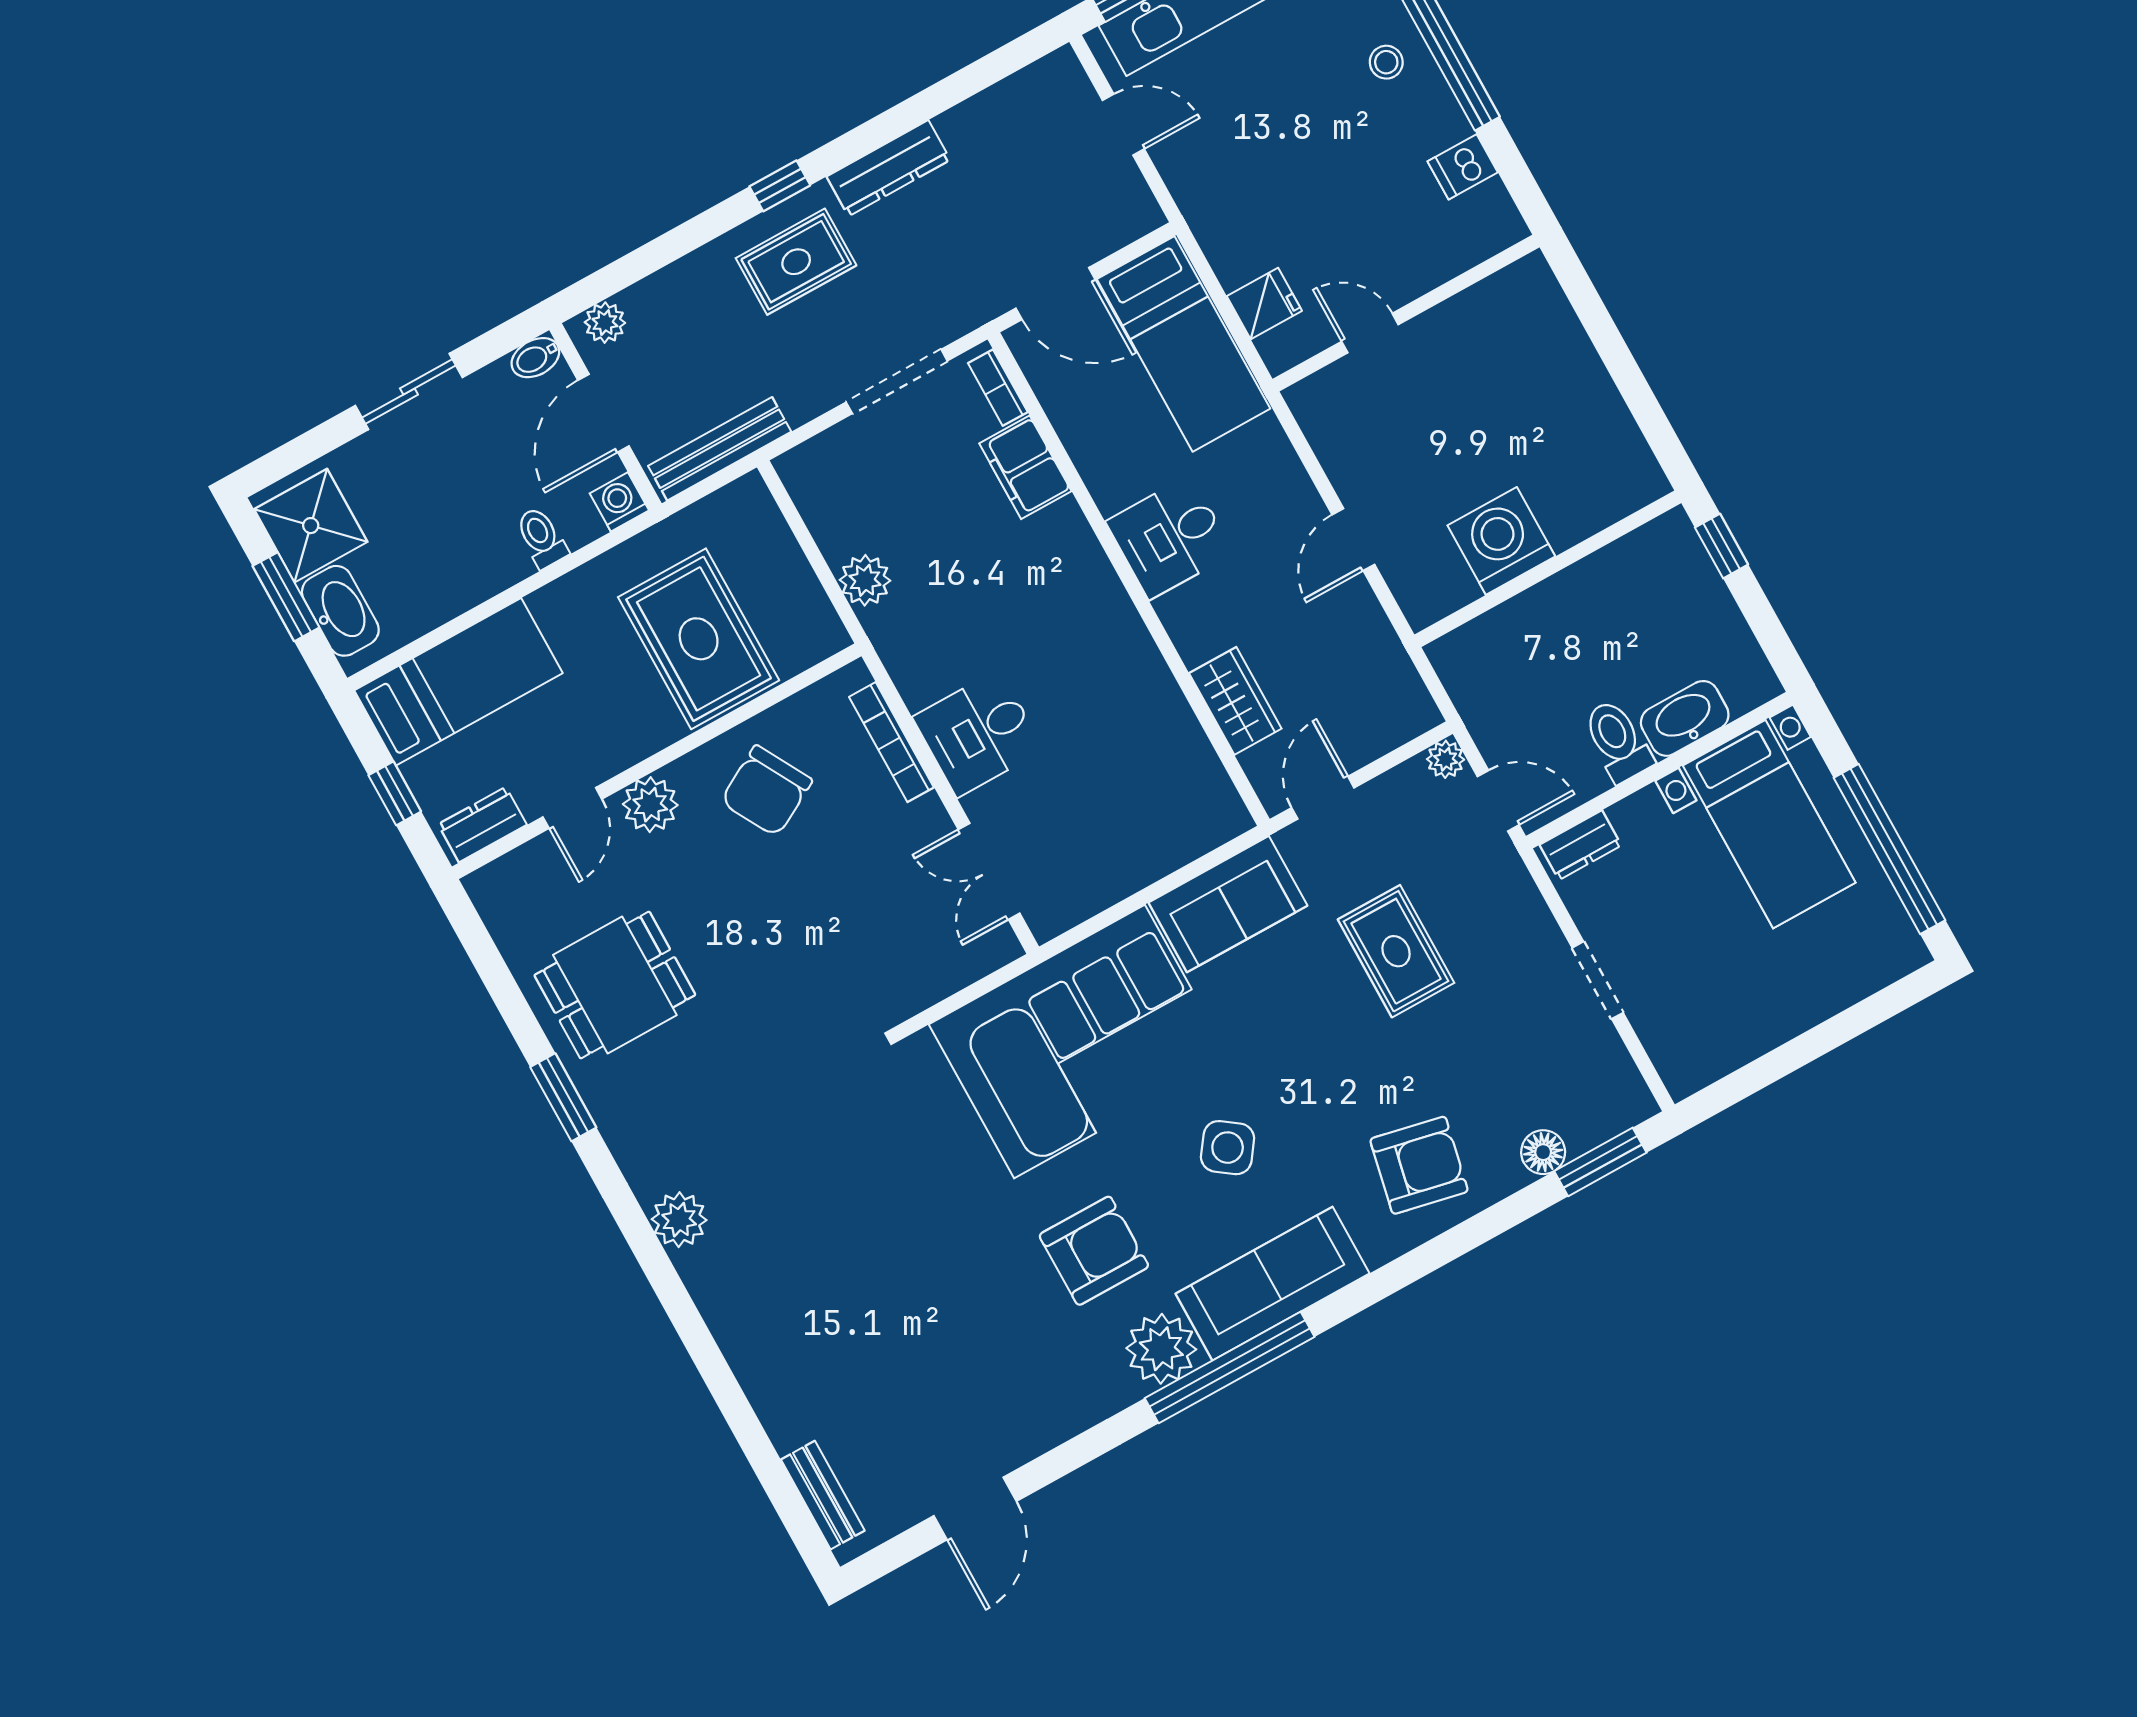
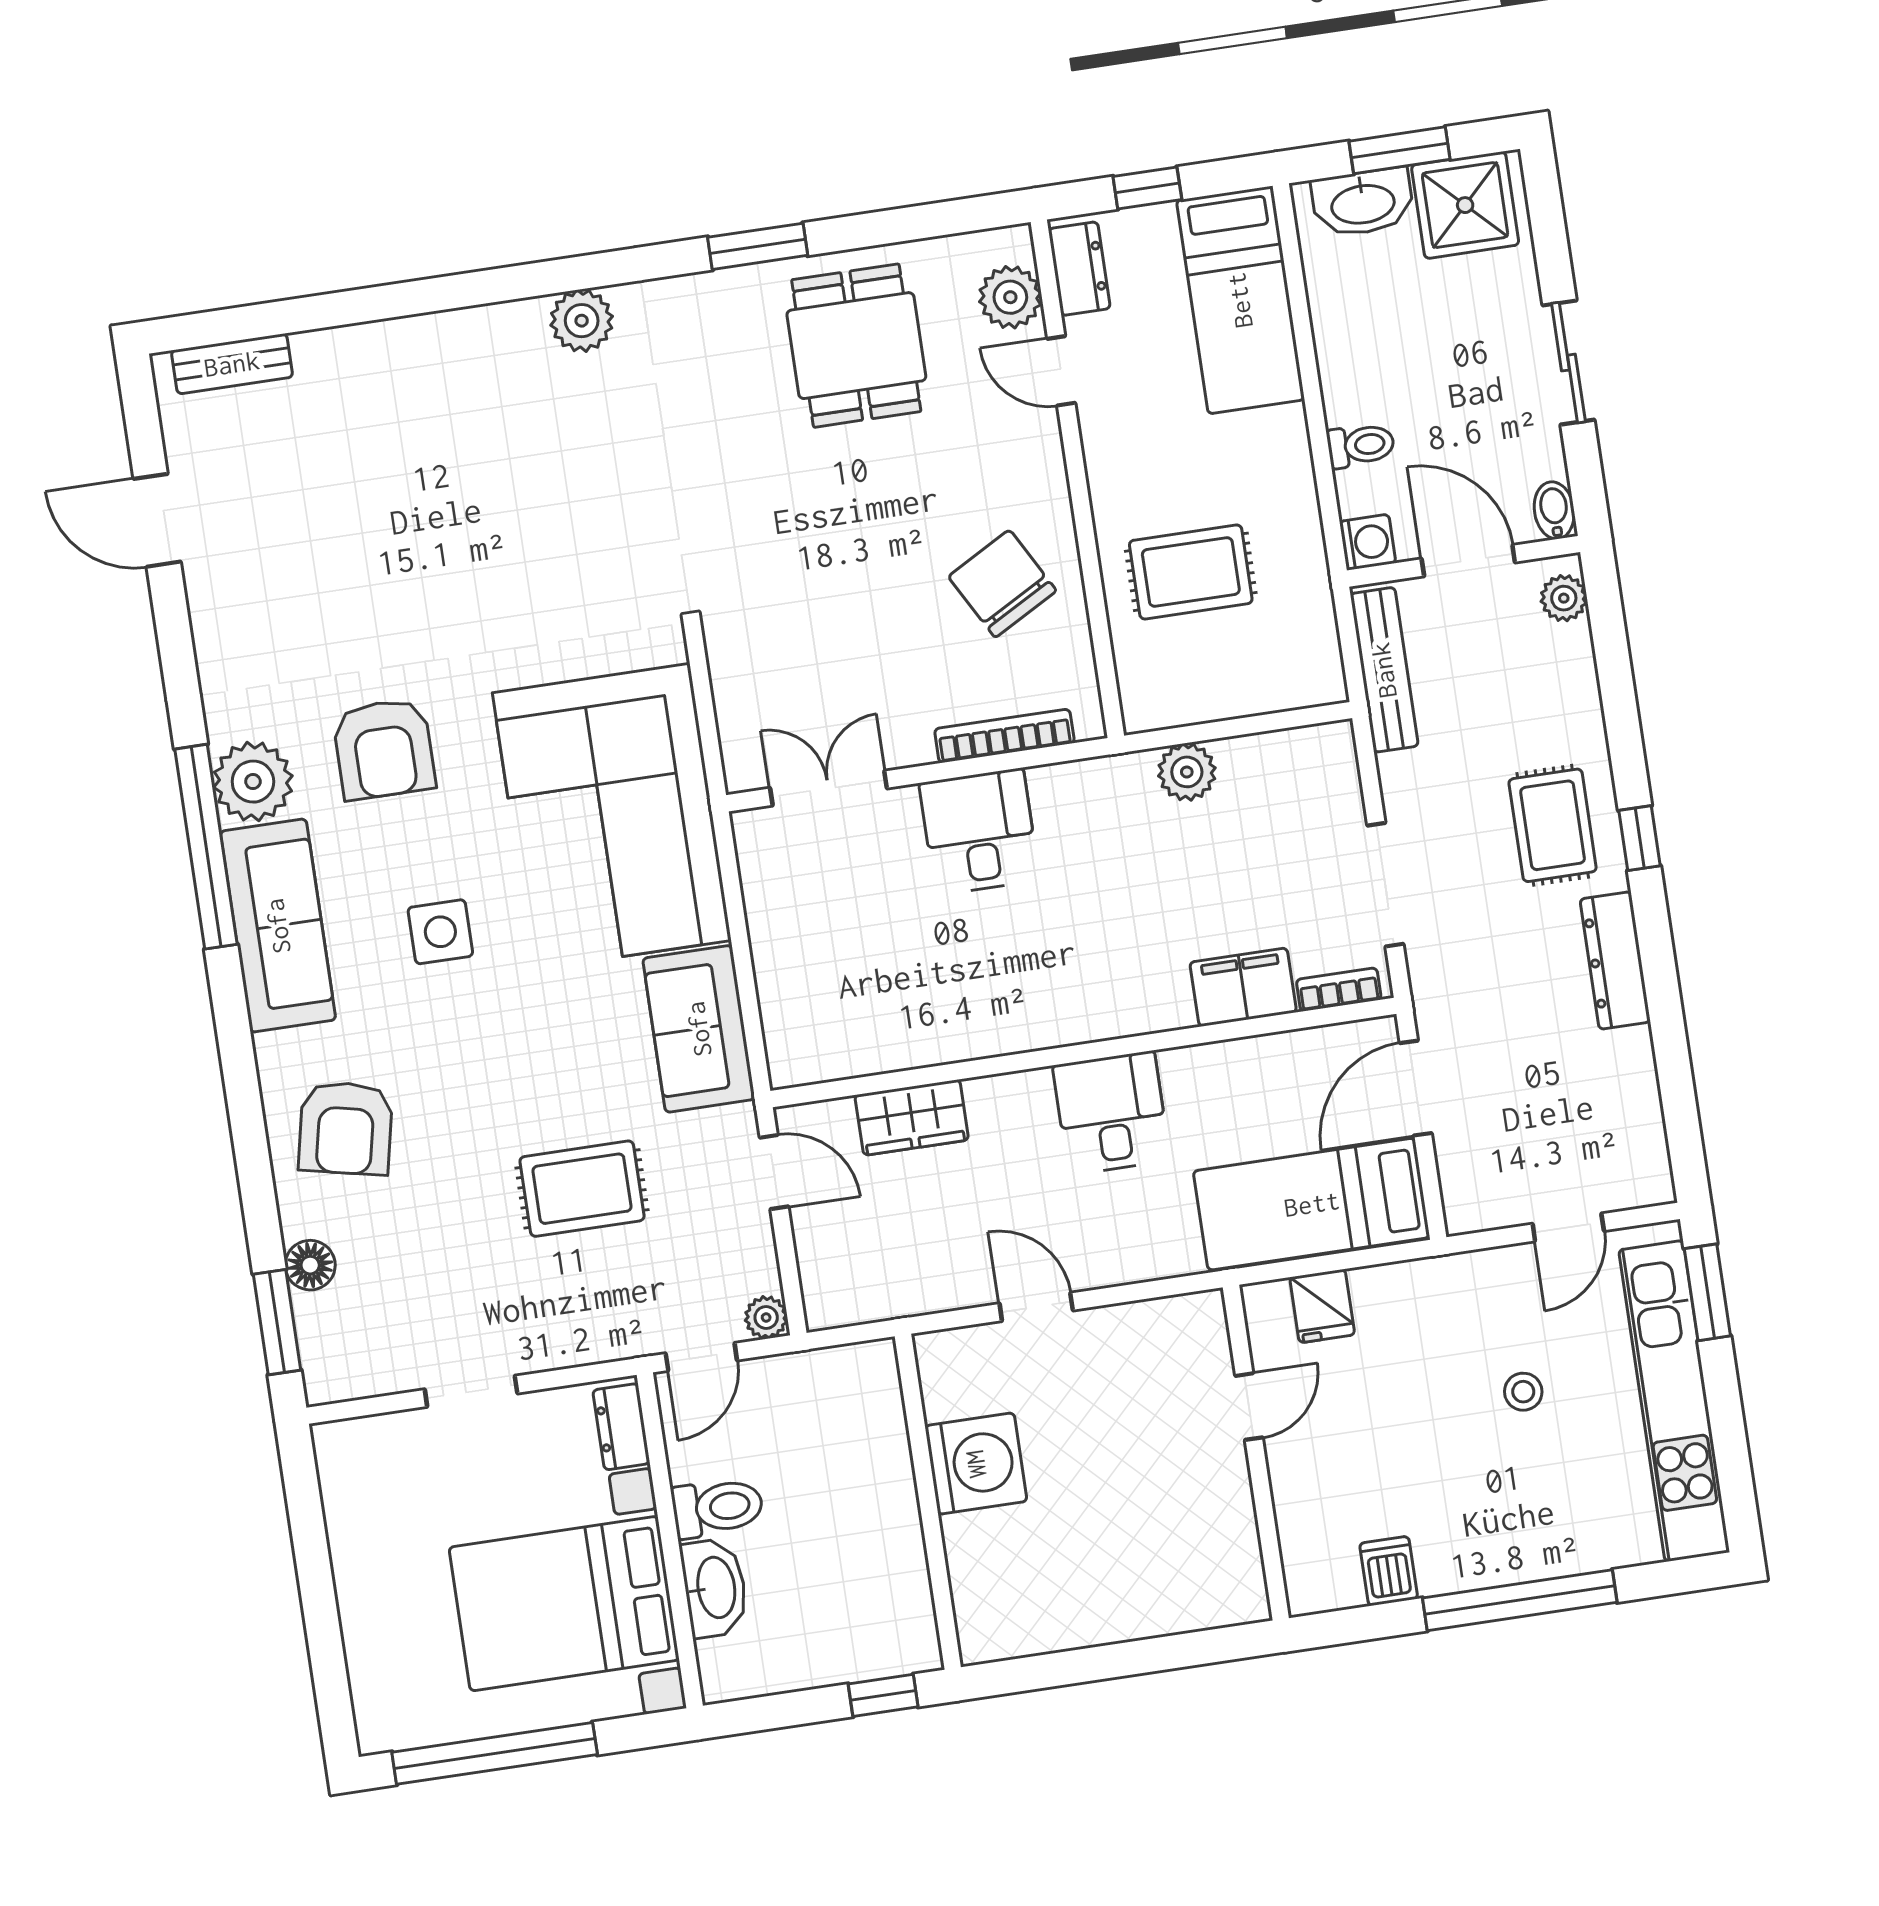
stool: (1386, 62) -> (1523, 1392), moved
rug: (699, 639) -> (1191, 572), width x0.73, depth x0.70
plant: (650, 805) -> (1010, 297), moved
bed with nightstands: (1769, 824) -> (564, 1604), width x1.36
side table: (1228, 1148) -> (440, 932), turned -36

